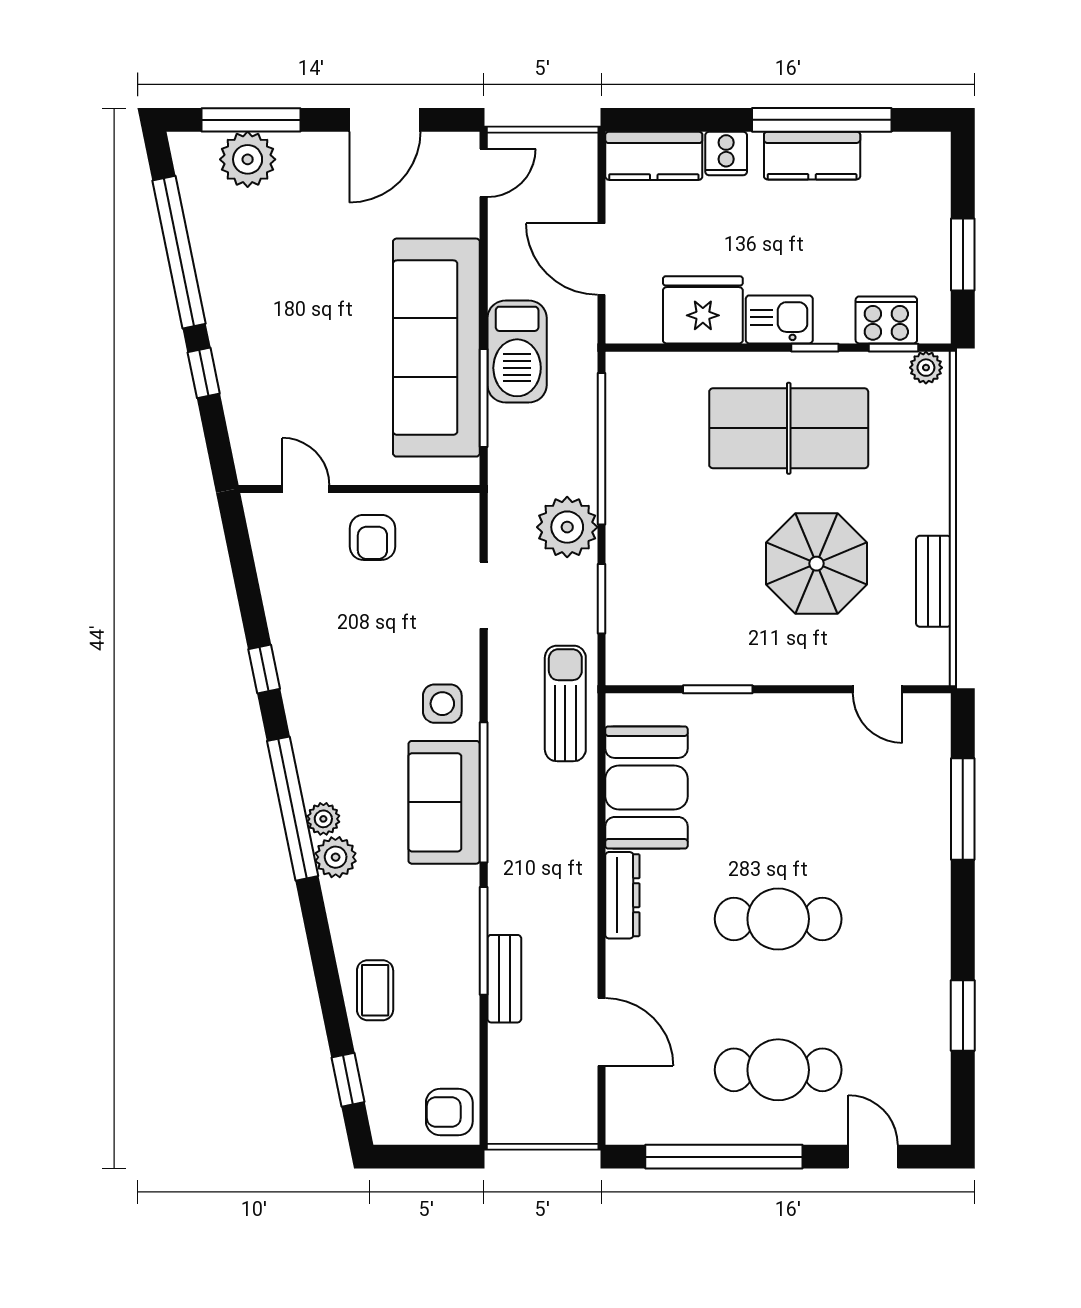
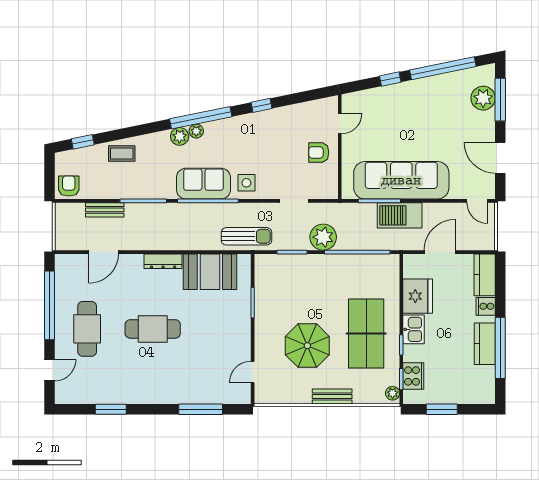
bench: (934, 581) -> (332, 397), moved
cafe table: (778, 919) -> (153, 329), turned 90
bench: (504, 979) -> (105, 210), moved

